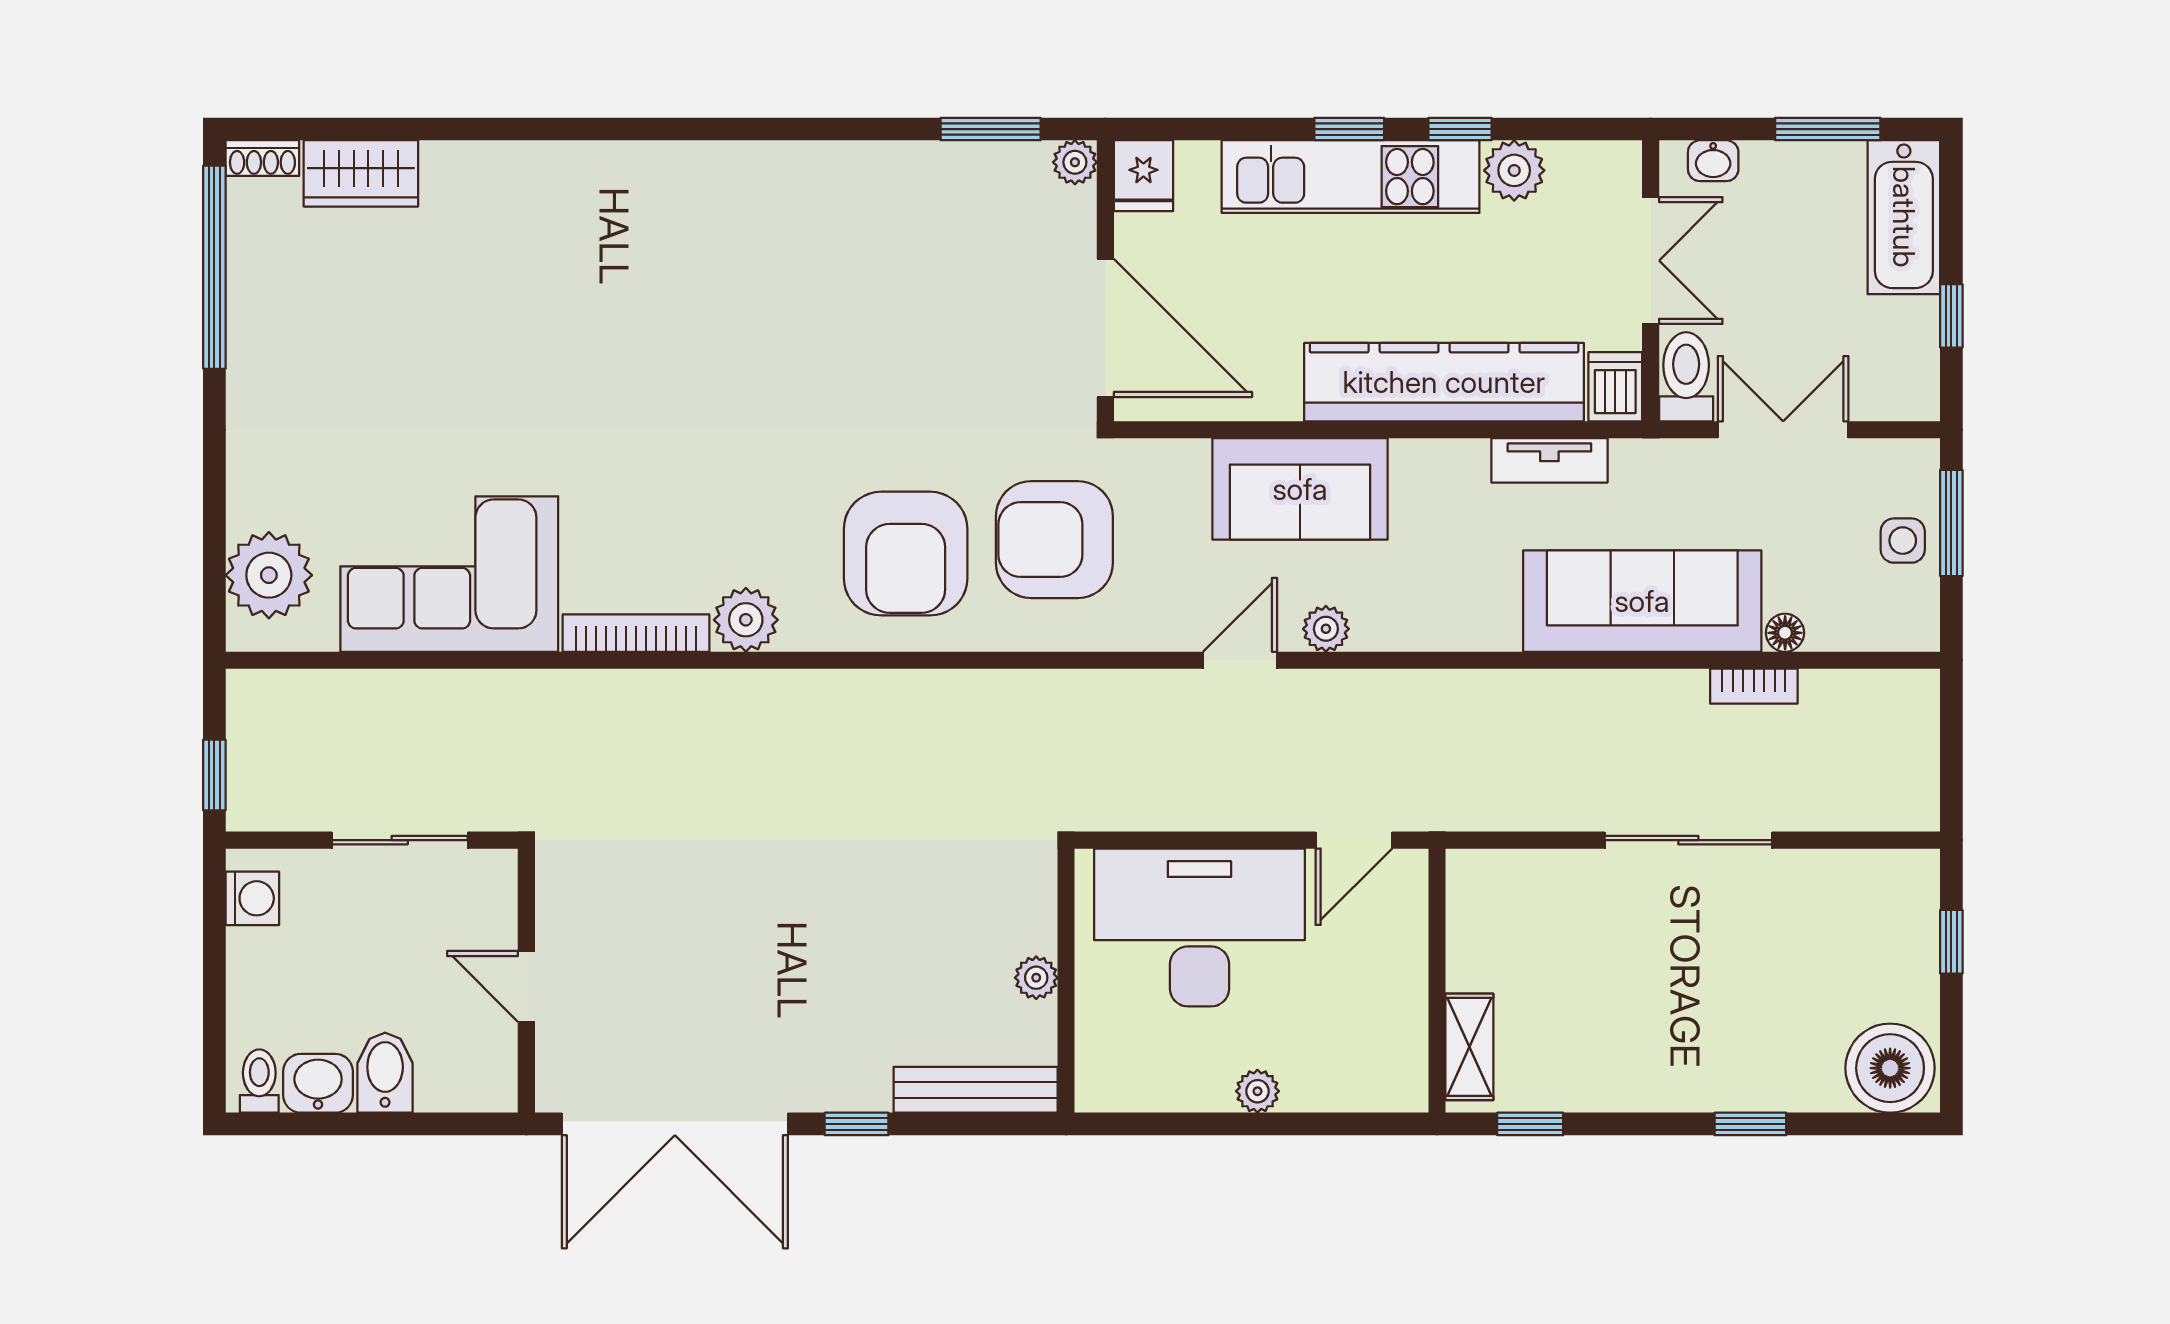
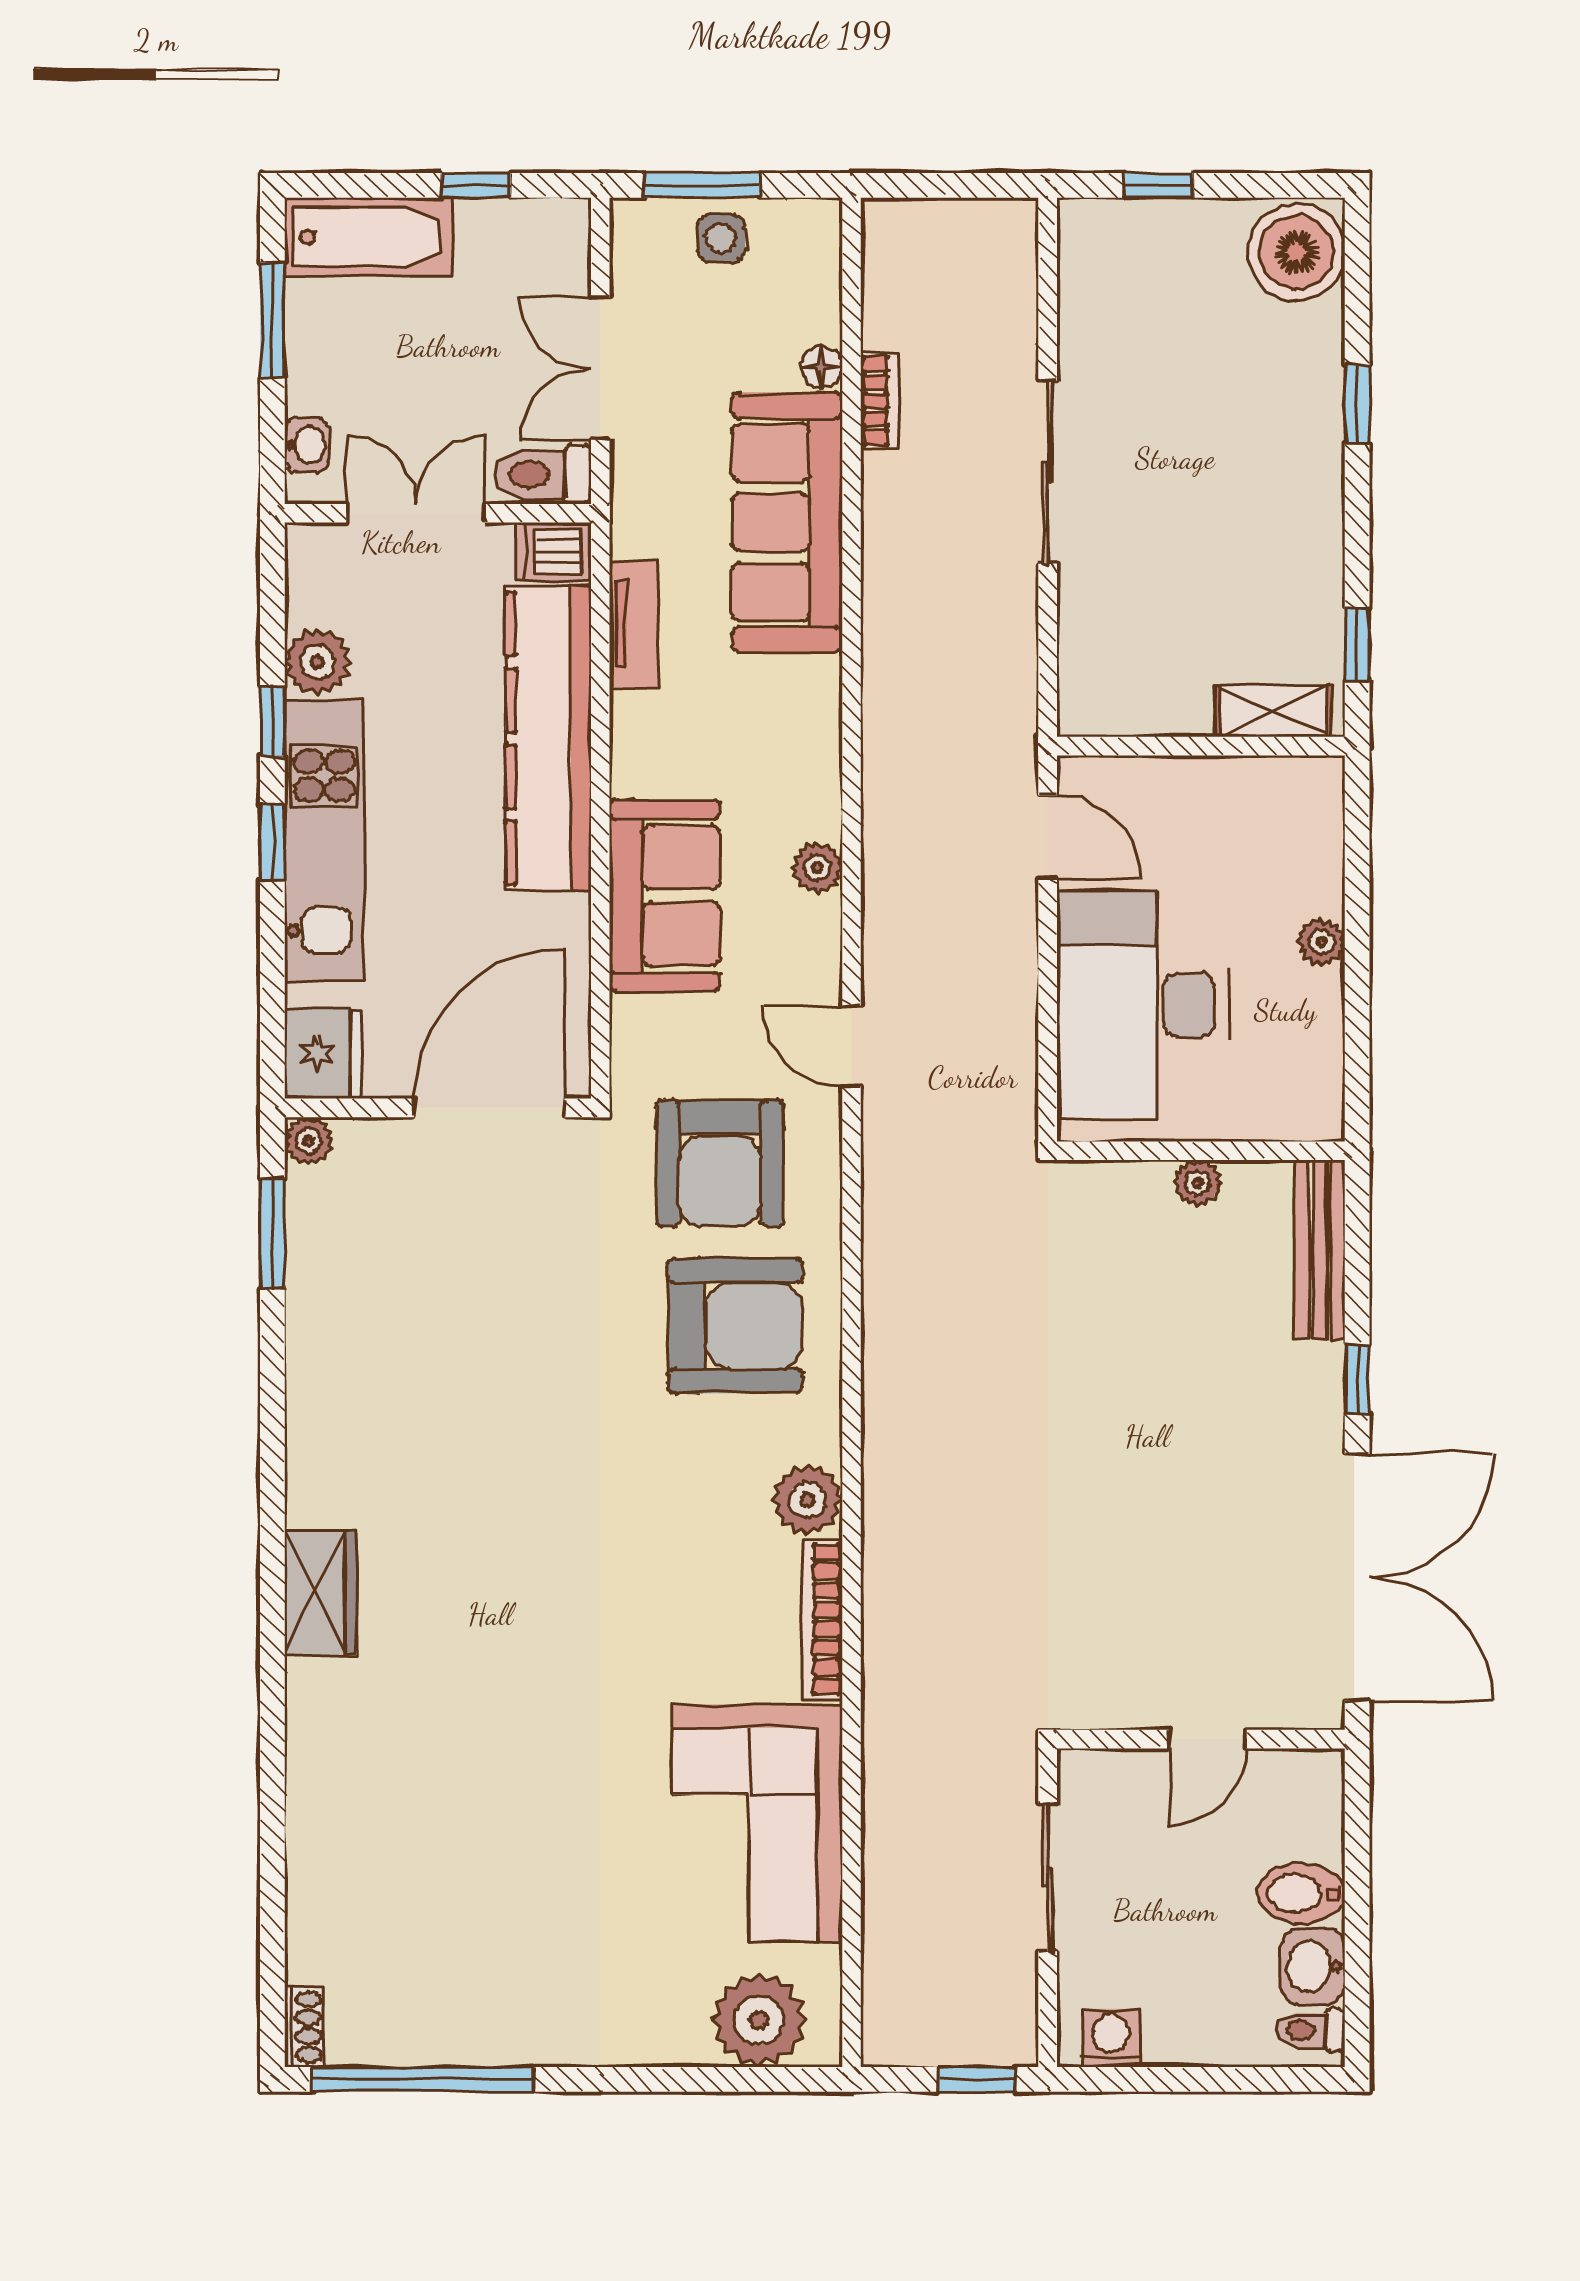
wardrobe: (361, 173) -> (321, 1593), moved
fridge: (1143, 176) -> (323, 1054), width x1.38
door: (1240, 660) -> (852, 1046), moved

